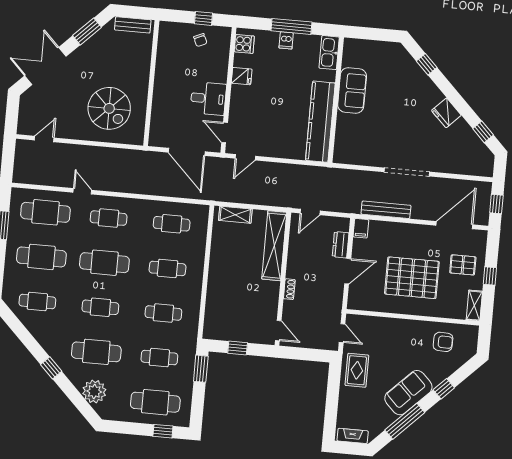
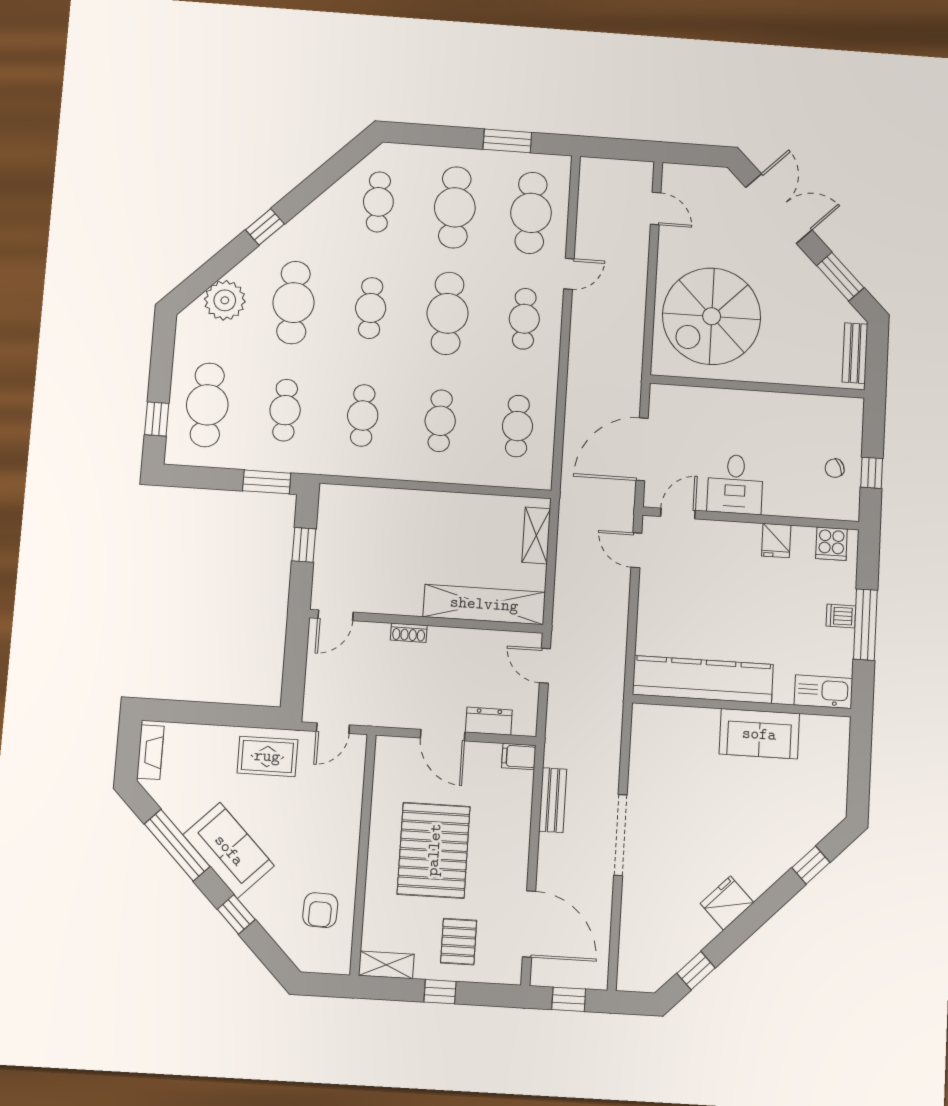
spiral stairs: (109, 108) -> (712, 316), width x1.37, depth x1.37
bench: (386, 210) -> (553, 800), width x0.73

